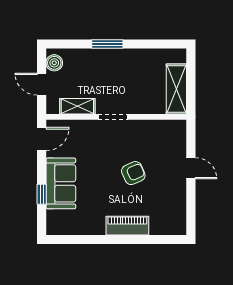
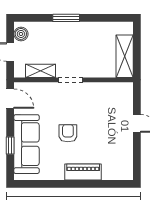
door: (42, 139) -> (10, 99), hinge flipped
armchair: (133, 173) -> (68, 133), moved, turned -66
sofa: (61, 183) -> (27, 144), width x1.36

